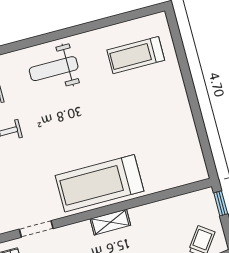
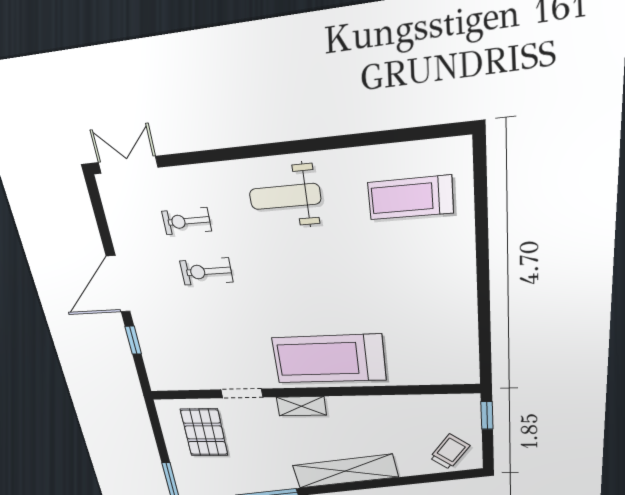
shelving: (110, 222) -> (301, 406), moved

